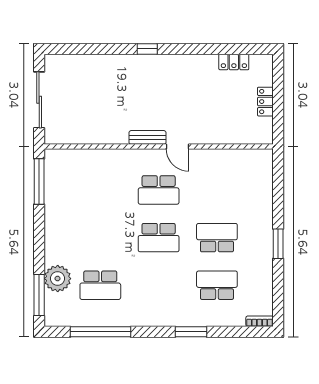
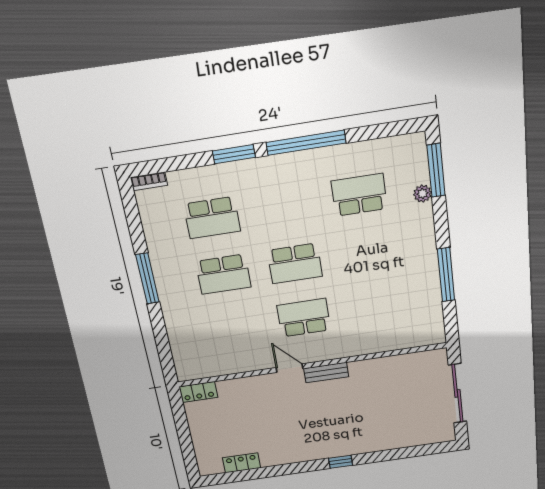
locker: (265, 102) -> (198, 392), moved, turned 90
window: (39, 181) -> (446, 275), moved
school desk: (159, 238) -> (295, 263), turned 180
window: (278, 244) -> (147, 278), width x1.44
plant: (58, 279) -> (423, 194), width x0.53, depth x0.53
window: (100, 332) -> (306, 143), moved

